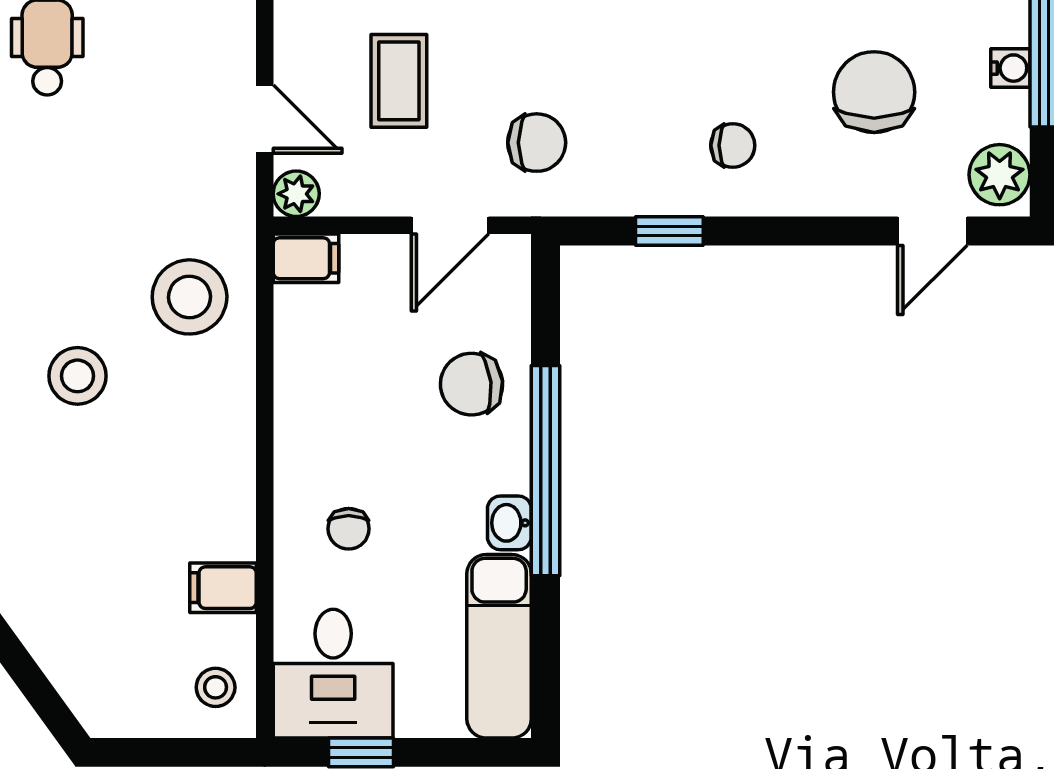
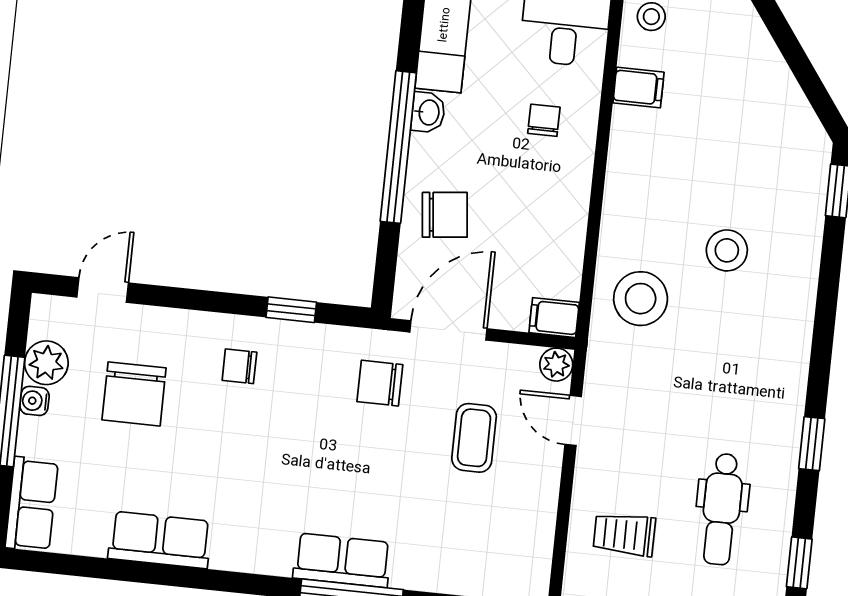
plant: (1000, 175) -> (46, 363), moved
door: (450, 225) -> (448, 330), width x1.38

